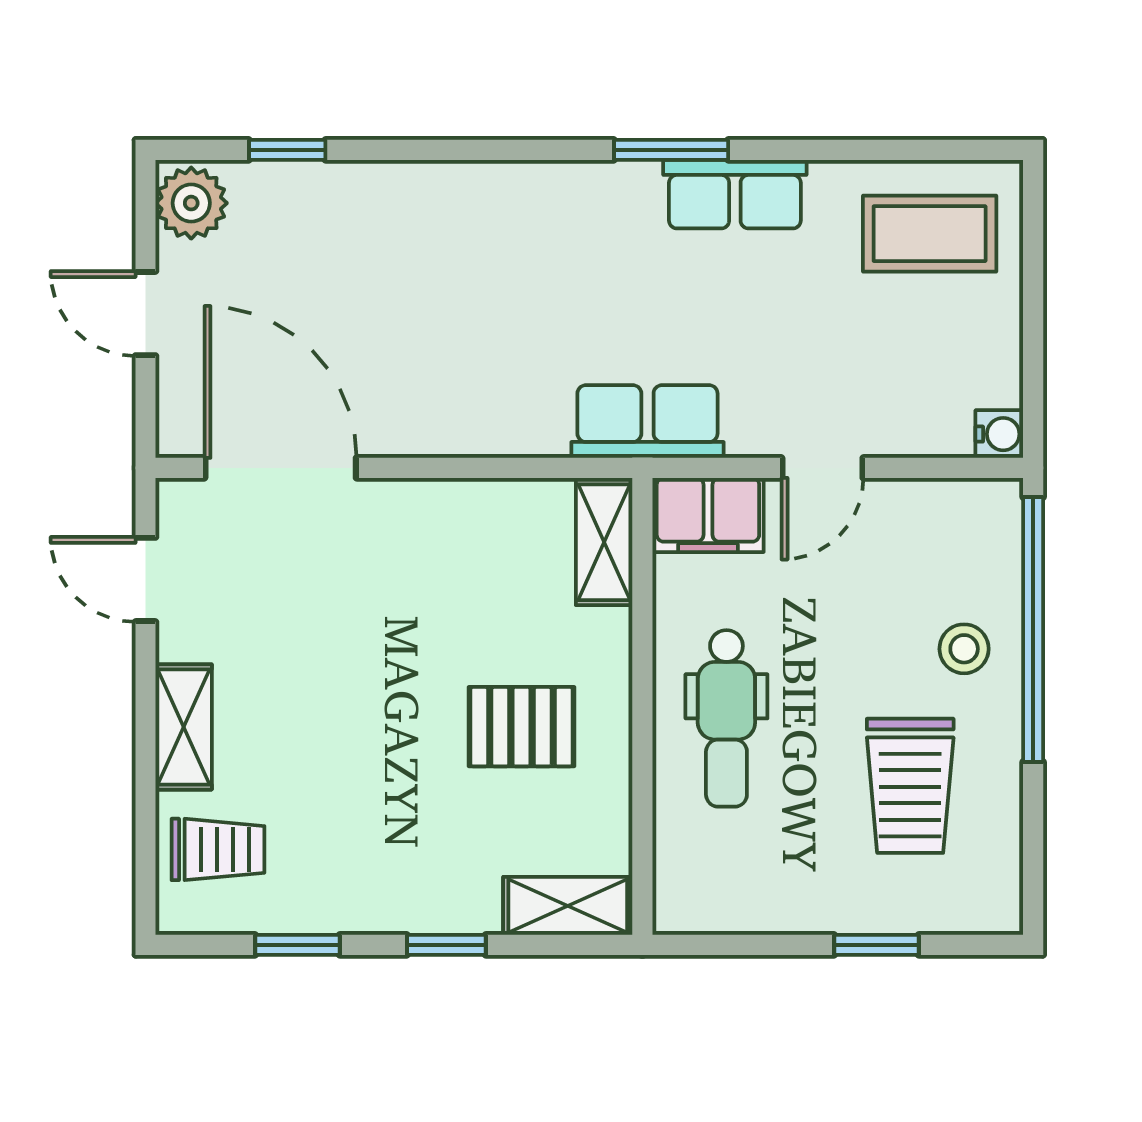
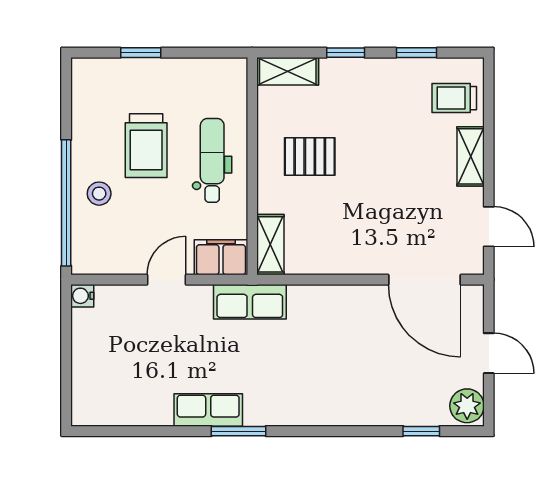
coffee table: (930, 234) -> (115, 391), removed
trolley: (910, 786) -> (146, 146), moved, turned 180

